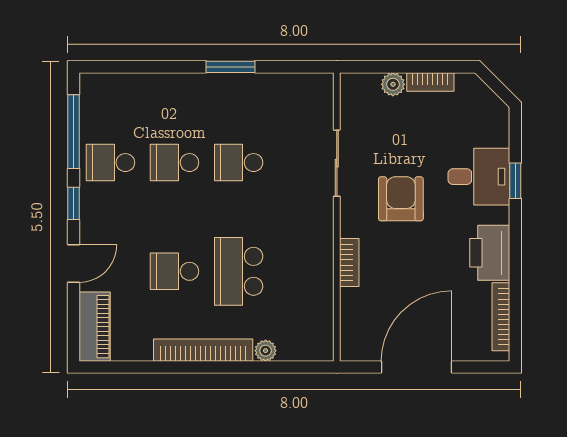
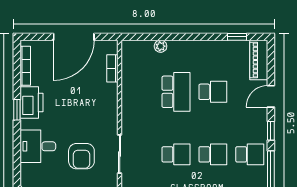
window: (515, 181) -> (17, 110), moved
armchair: (401, 199) -> (81, 156), moved
bookcase: (349, 262) -> (112, 68), moved
bookcase: (203, 350) -> (196, 47), removed
window: (133, 367) -> (237, 37), added

